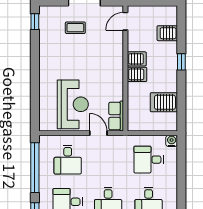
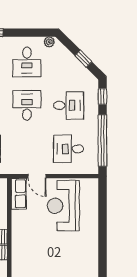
desk: (68, 160) -> (69, 149), turned -90

